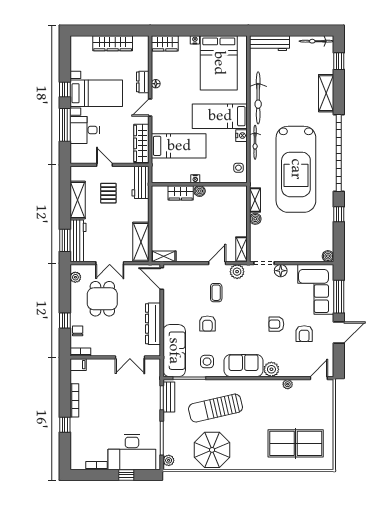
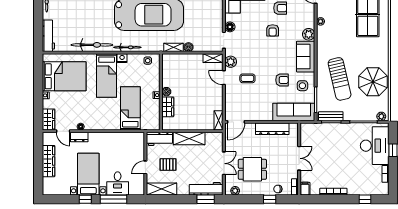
door: (150, 108) -> (63, 131), moved
wardrobe: (141, 143) -> (128, 138), removed
shelving: (78, 200) -> (162, 189), moved
shelving: (141, 242) -> (189, 138), moved
armchair: (207, 324) -> (282, 80), moved
double door: (130, 357) -> (299, 158), moved
window: (65, 425) -> (365, 199), moved

